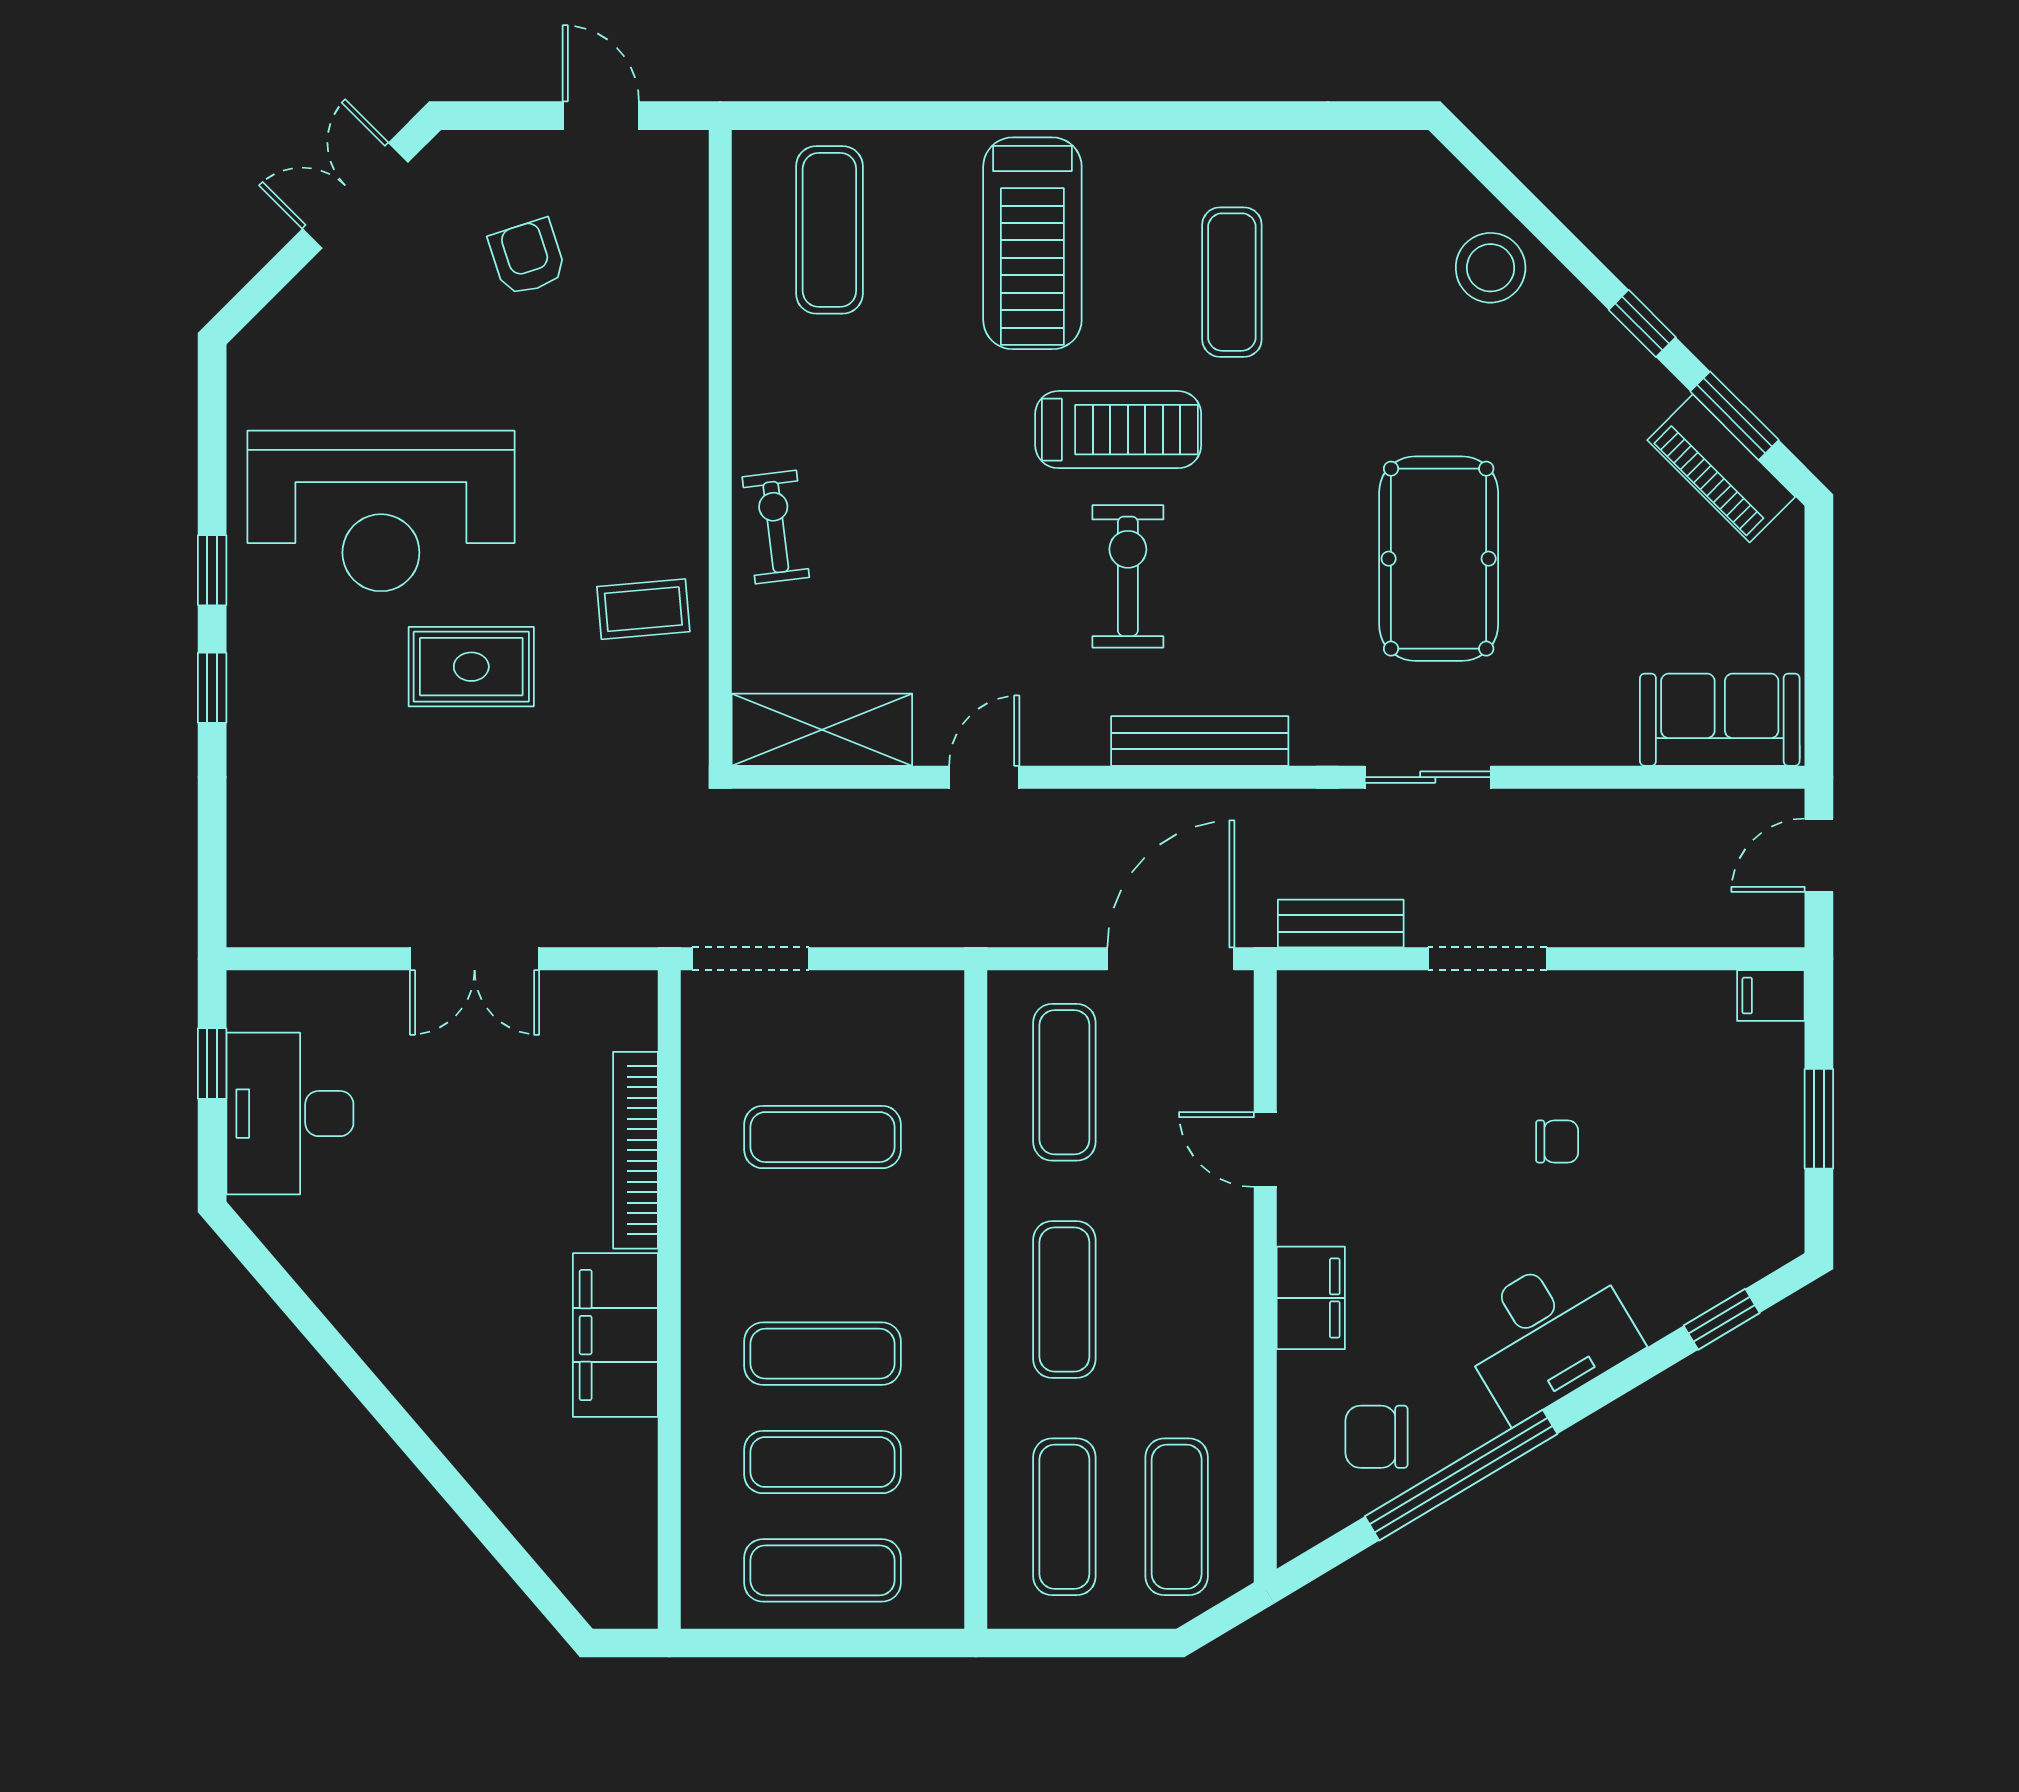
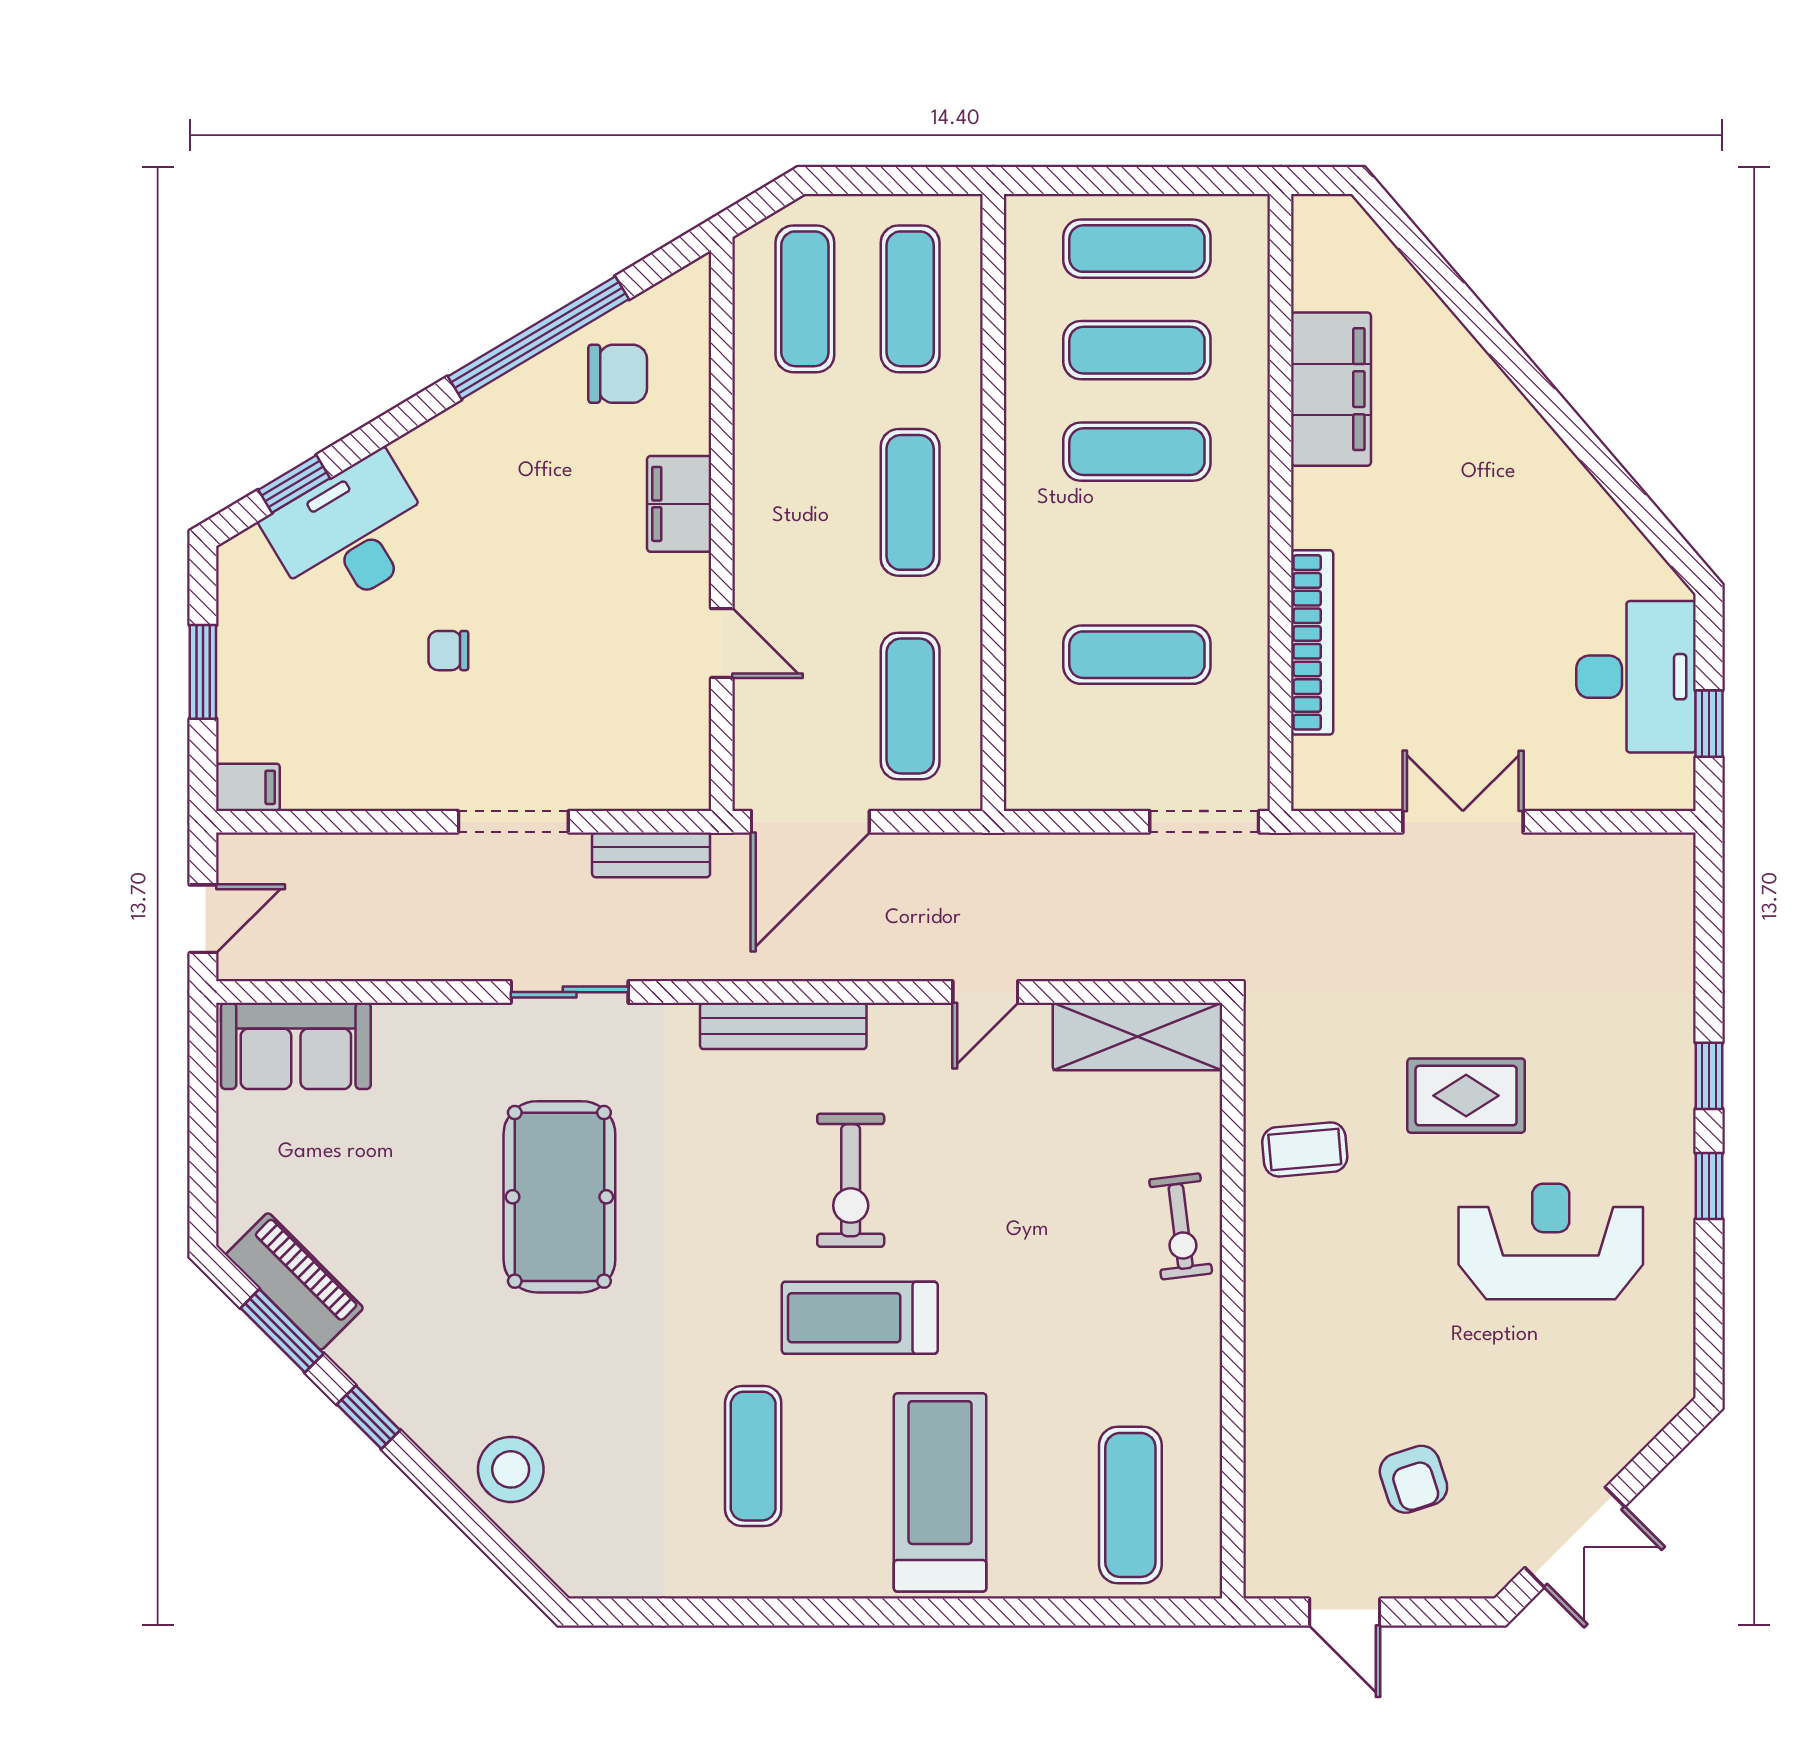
reception desk: (381, 511) -> (1551, 1242), width x0.74, depth x0.77
desk: (1548, 1334) -> (350, 534), moved
filing cabinet: (615, 1335) -> (1331, 389), moved

